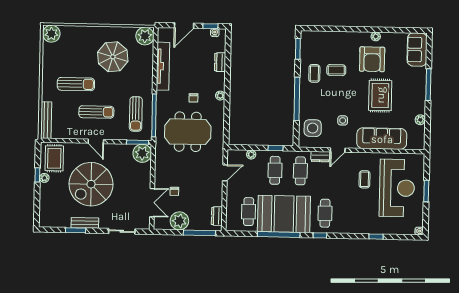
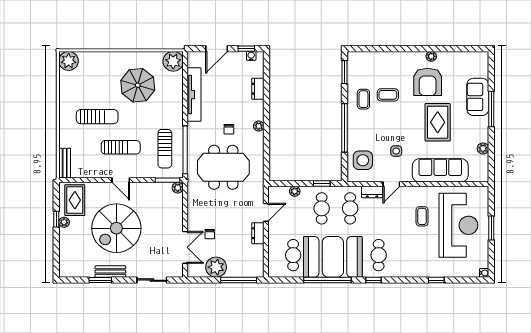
sofa: (417, 50) -> (478, 97), moved
bench: (46, 120) -> (65, 163), width x0.73
plant: (142, 153) -> (178, 188), width x0.53, depth x0.53
dresser: (217, 216) -> (258, 233), moved

